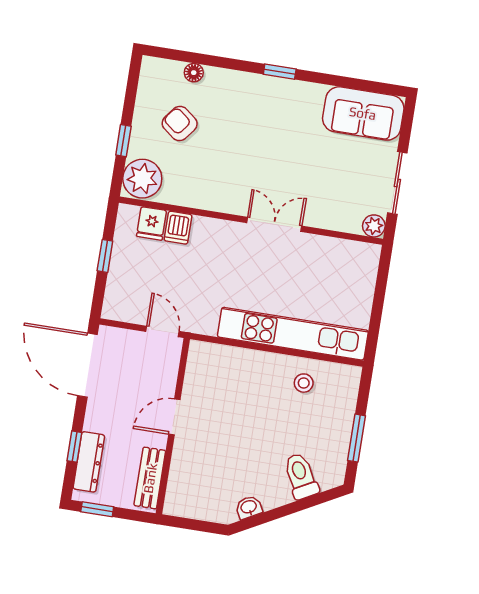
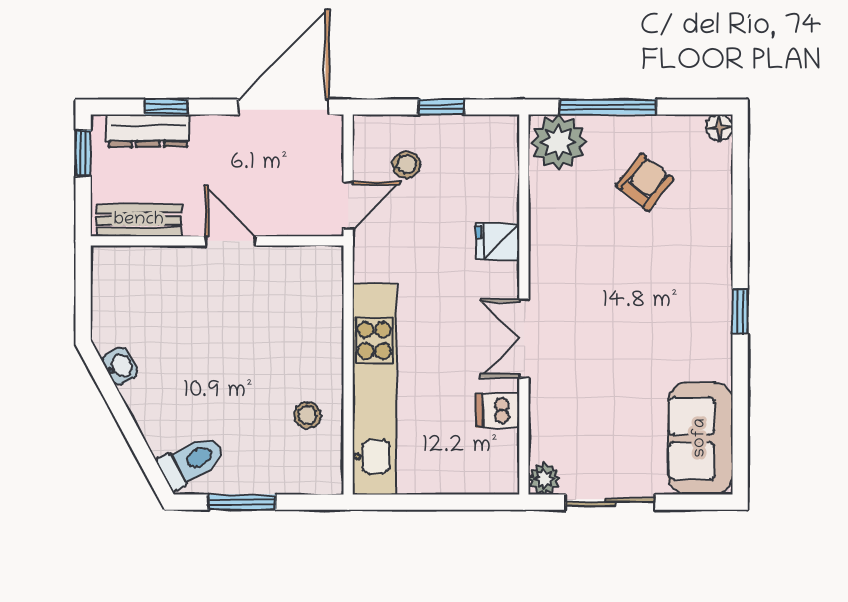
floor lamp: (194, 73) -> (719, 128), moved
window: (123, 141) -> (608, 107), width x2.17
fridge: (152, 223) -> (498, 242), moved
double door: (274, 224) -> (524, 338), swing flipped
dishwasher: (178, 228) -> (498, 410), moved
stool: (141, 287) -> (406, 165), added
toilet: (301, 476) -> (191, 461), moved

